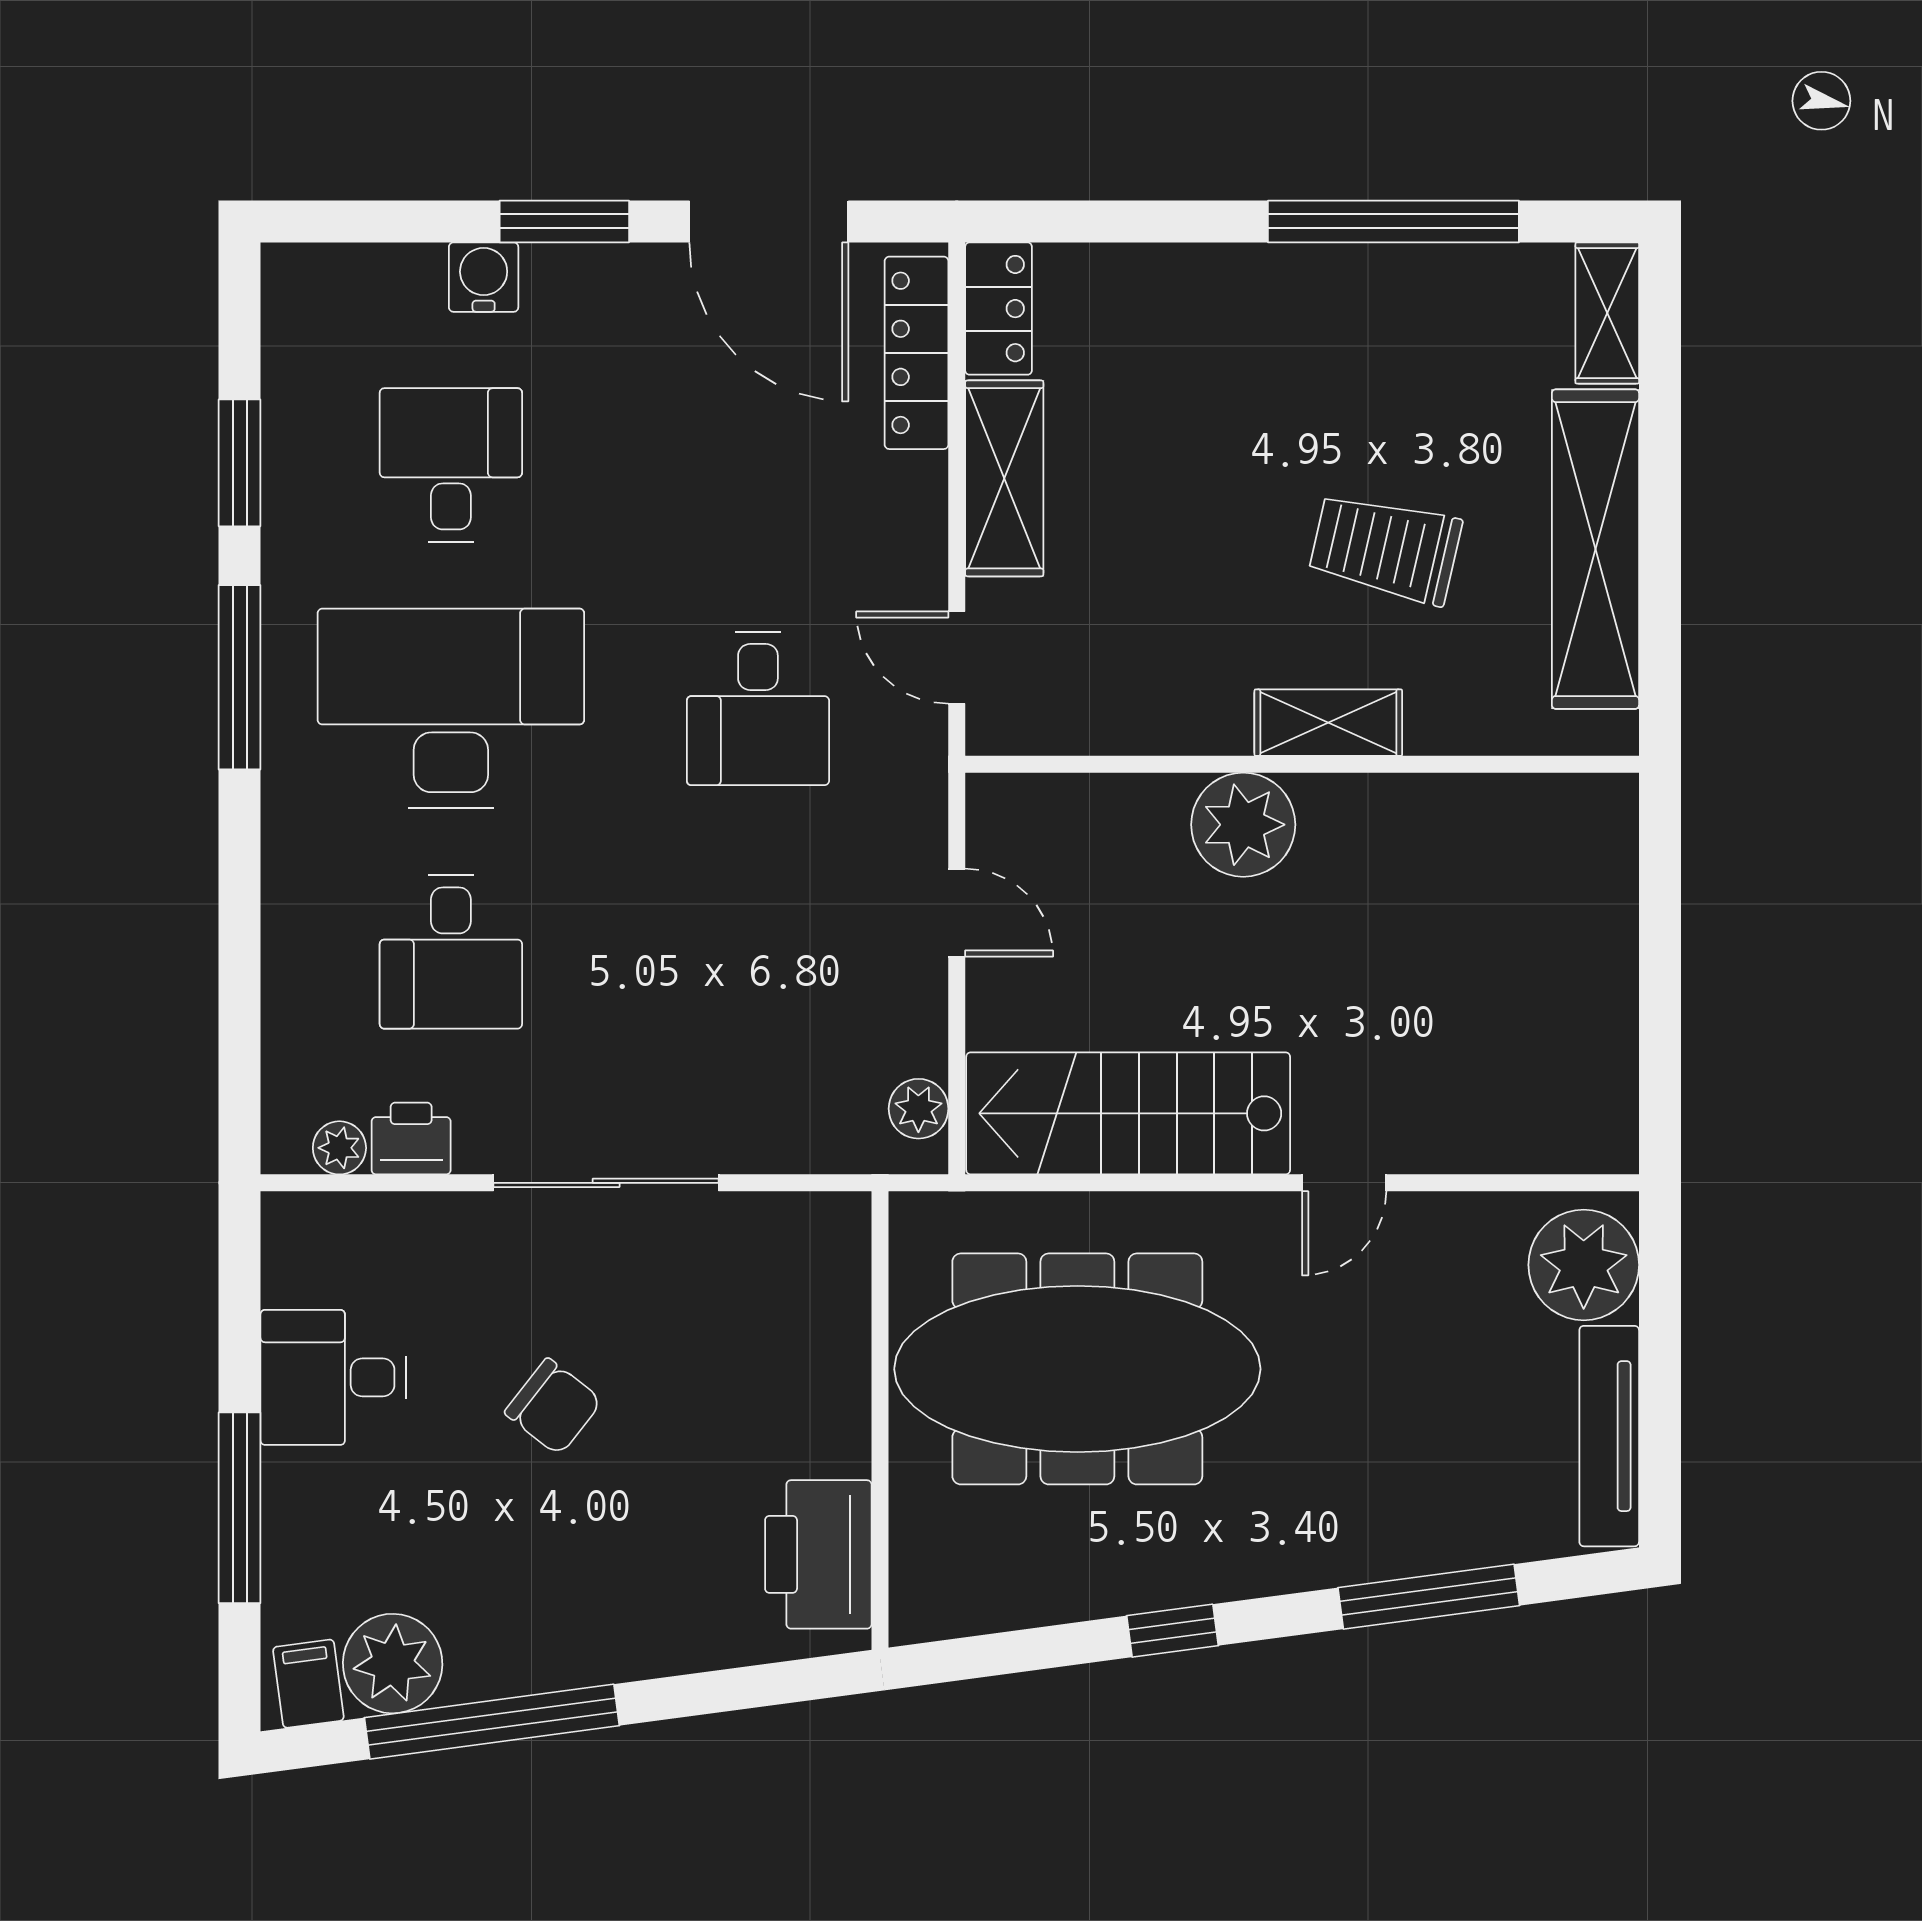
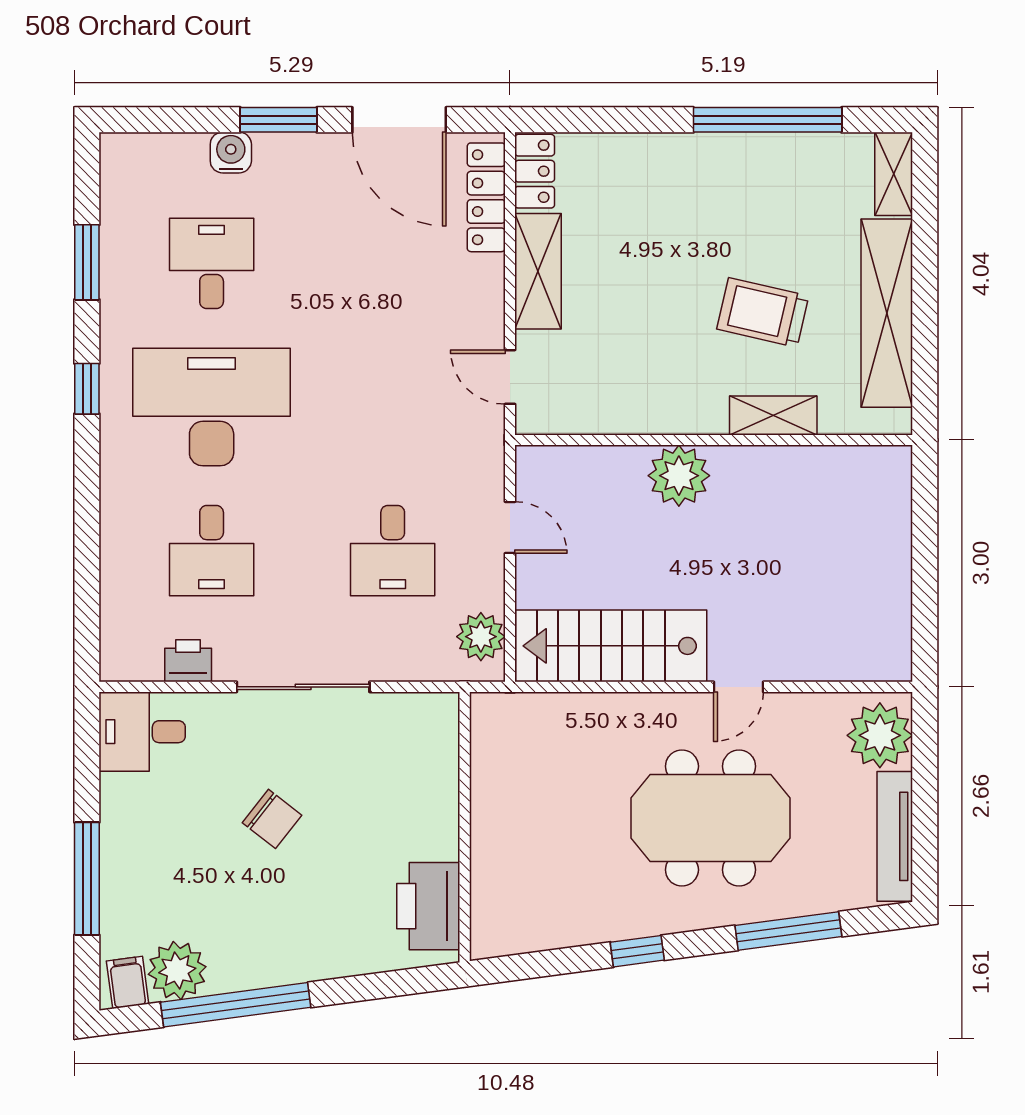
window: (240, 677) -> (87, 389), width x0.46
desk: (758, 708) -> (393, 551), moved
shelving: (1328, 723) -> (773, 415), moved
plant: (918, 1109) -> (481, 637), width x1.38, depth x1.38
plant: (339, 1148) -> (146, 666), removed
meeting table: (1077, 1369) -> (710, 818), moved, width x0.73
desk: (333, 1377) -> (142, 732), moved

